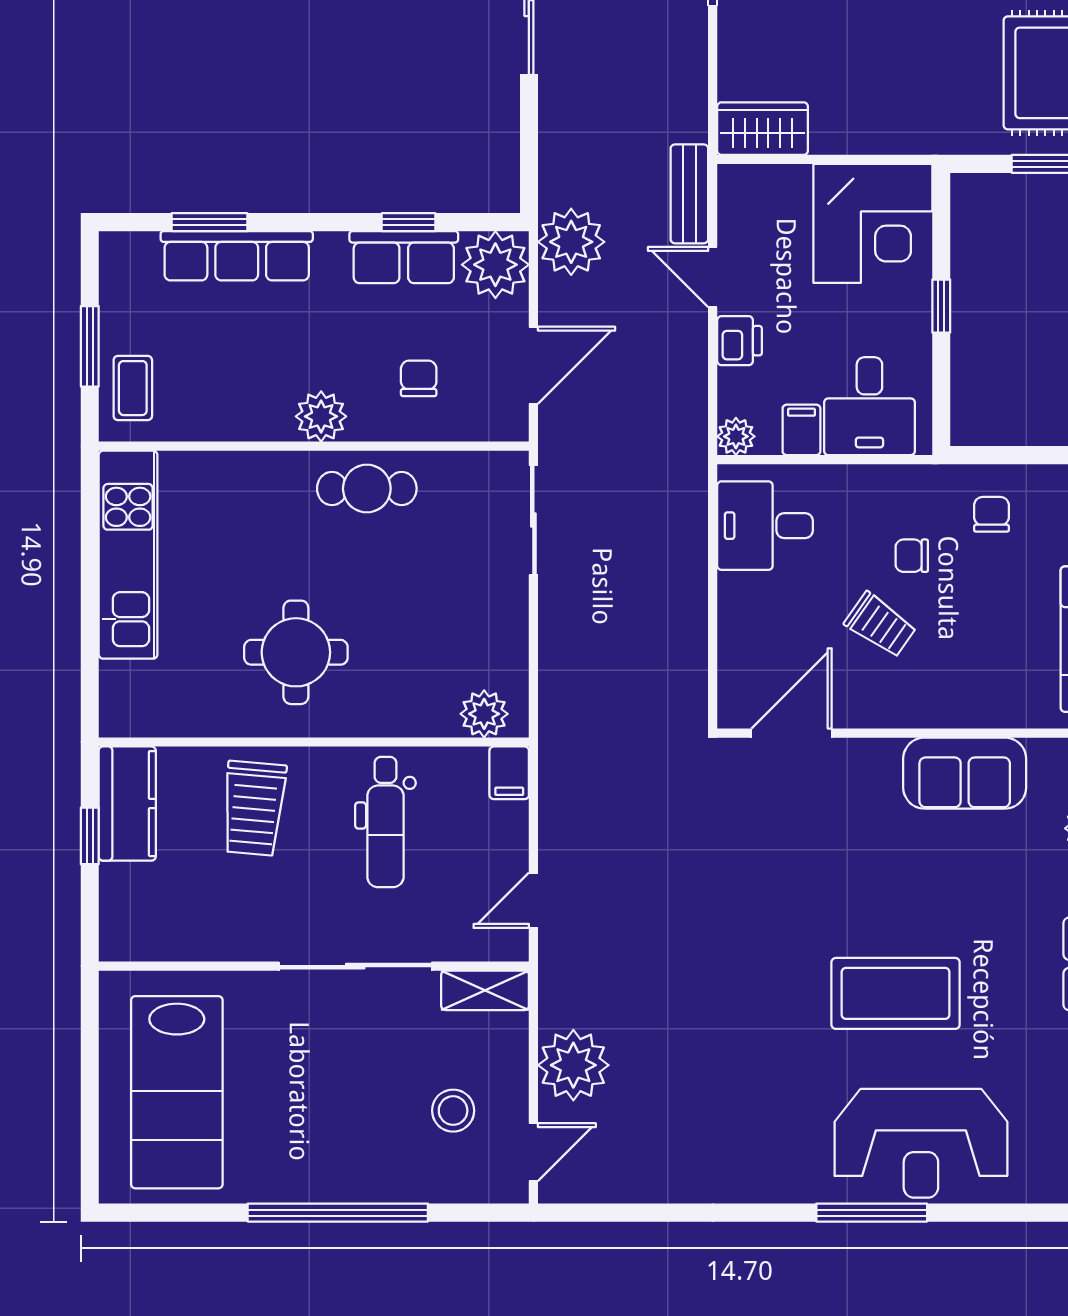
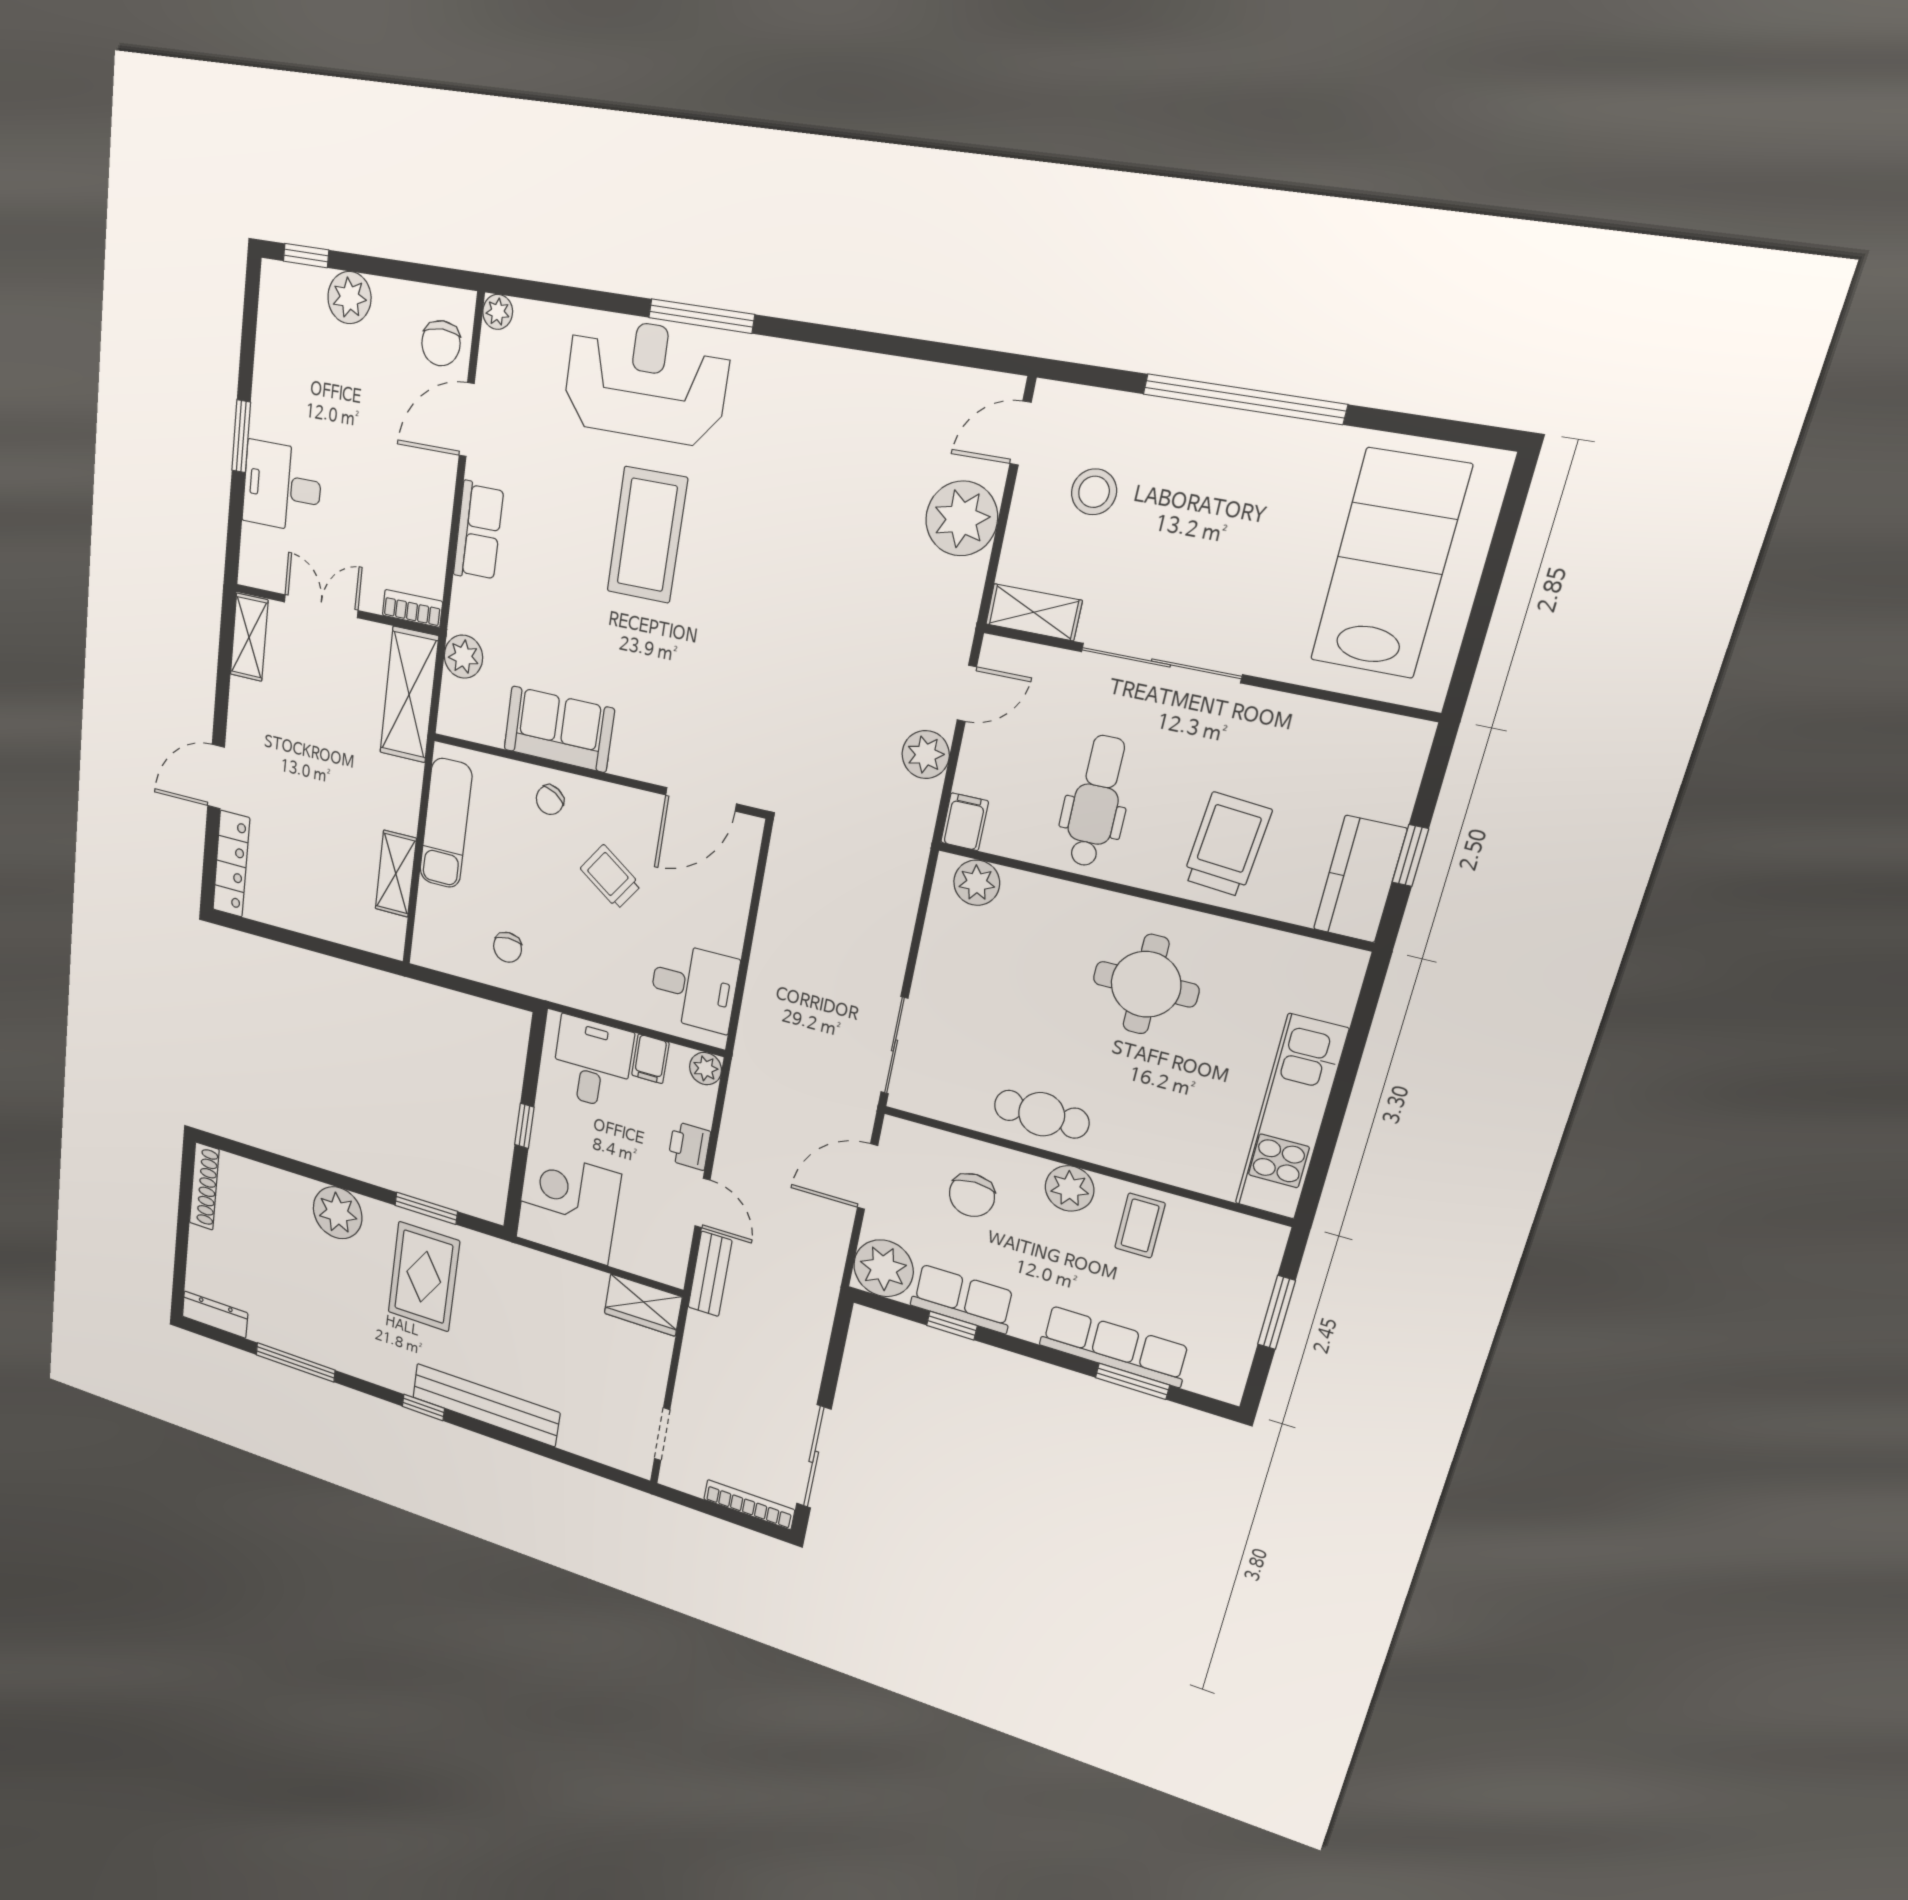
plant: (571, 242) -> (926, 755), moved, width x0.73, depth x0.73
chair: (419, 378) -> (972, 1195), width x1.37, depth x1.37
coffee table: (133, 388) -> (1140, 1225), moved
chair: (912, 556) -> (550, 800), moved, turned 121
coffee table: (896, 993) -> (647, 535), turned 90

